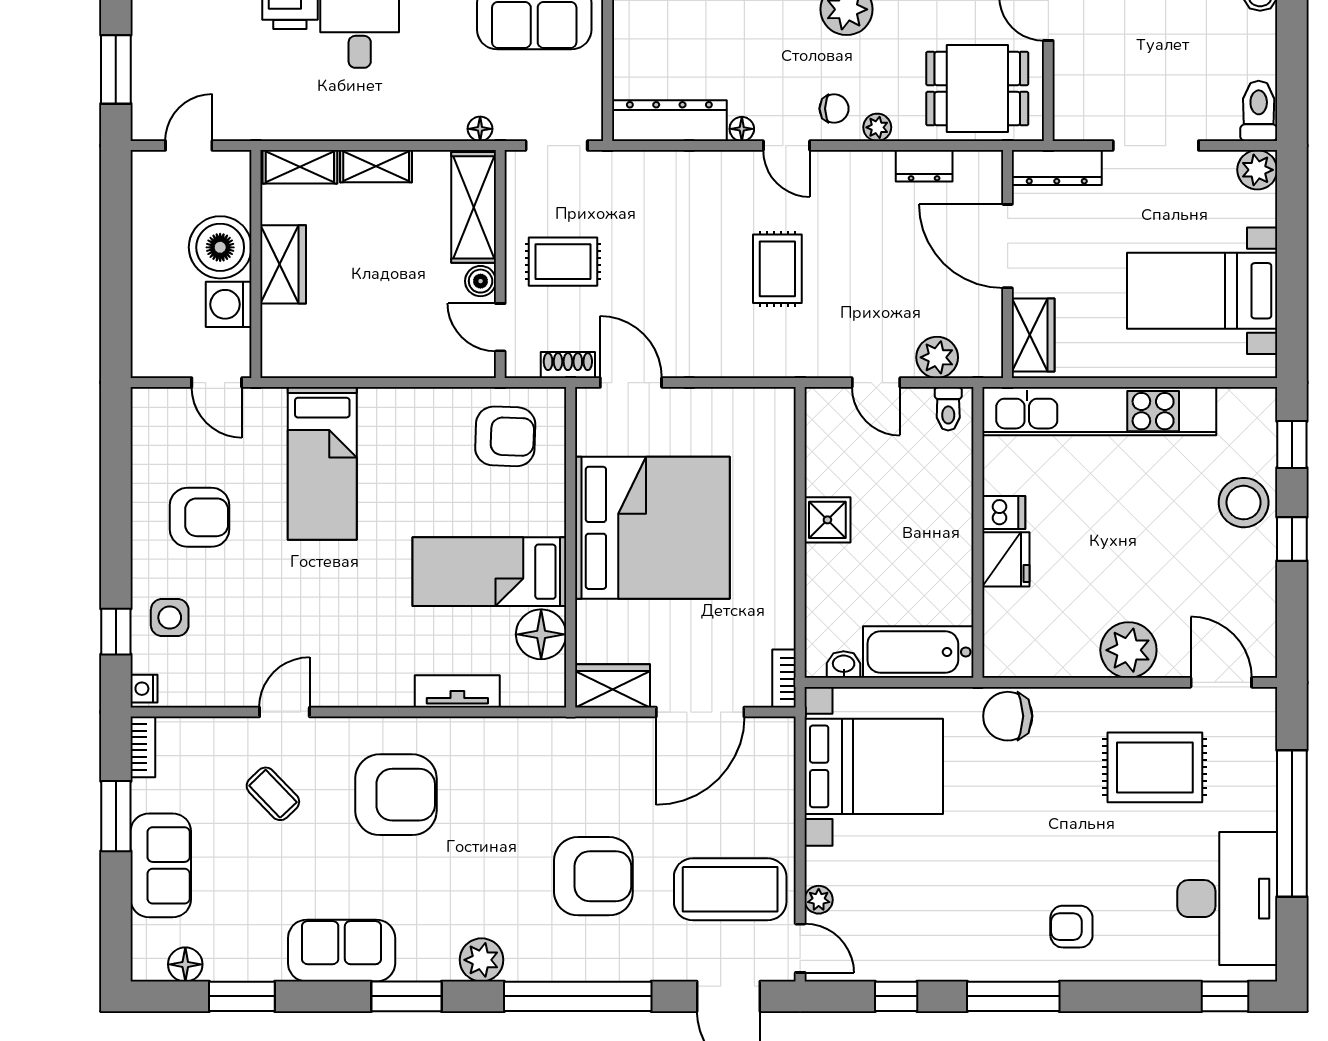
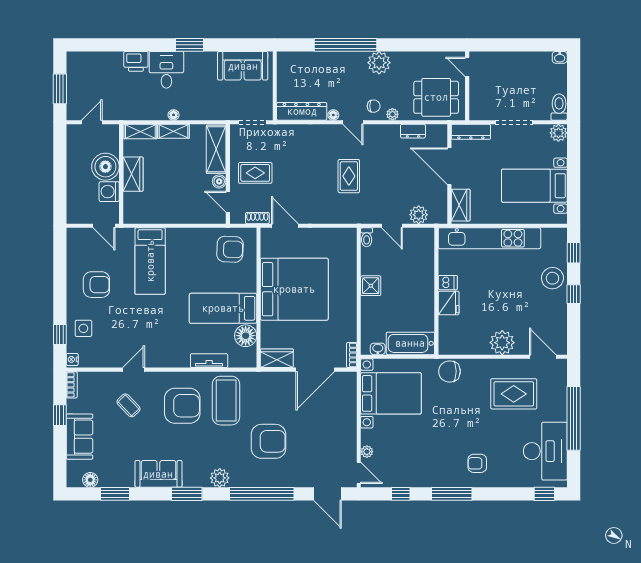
floor lamp: (480, 129) -> (174, 115), moved
toilet: (948, 409) -> (367, 237), moved
window: (116, 816) -> (60, 415), width x0.67
coffee table: (730, 889) -> (226, 401), moved, turned 90

